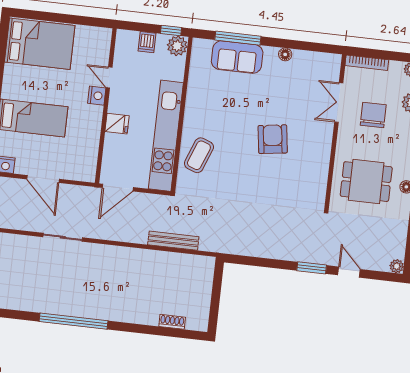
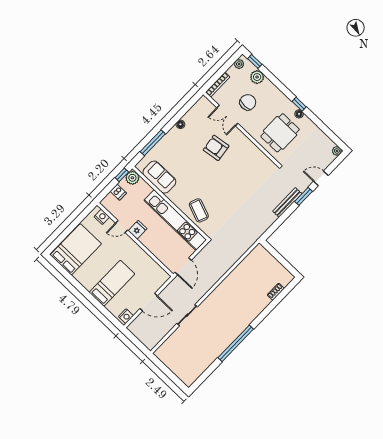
sofa: (237, 57) -> (159, 177), moved, turned -90
nightstand: (97, 96) -> (102, 217), moved
chair: (373, 115) -> (248, 102), turned 90
fridge: (117, 124) -> (138, 230), moved
armchair: (273, 139) -> (216, 148), moved
bench: (173, 241) -> (287, 202), moved

